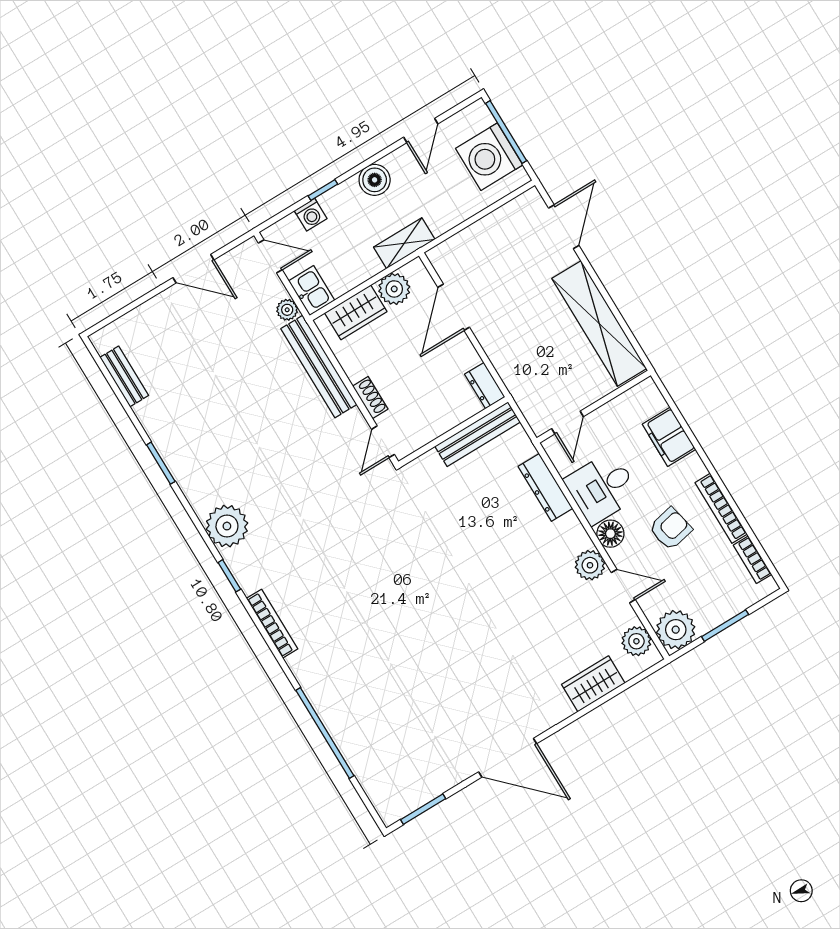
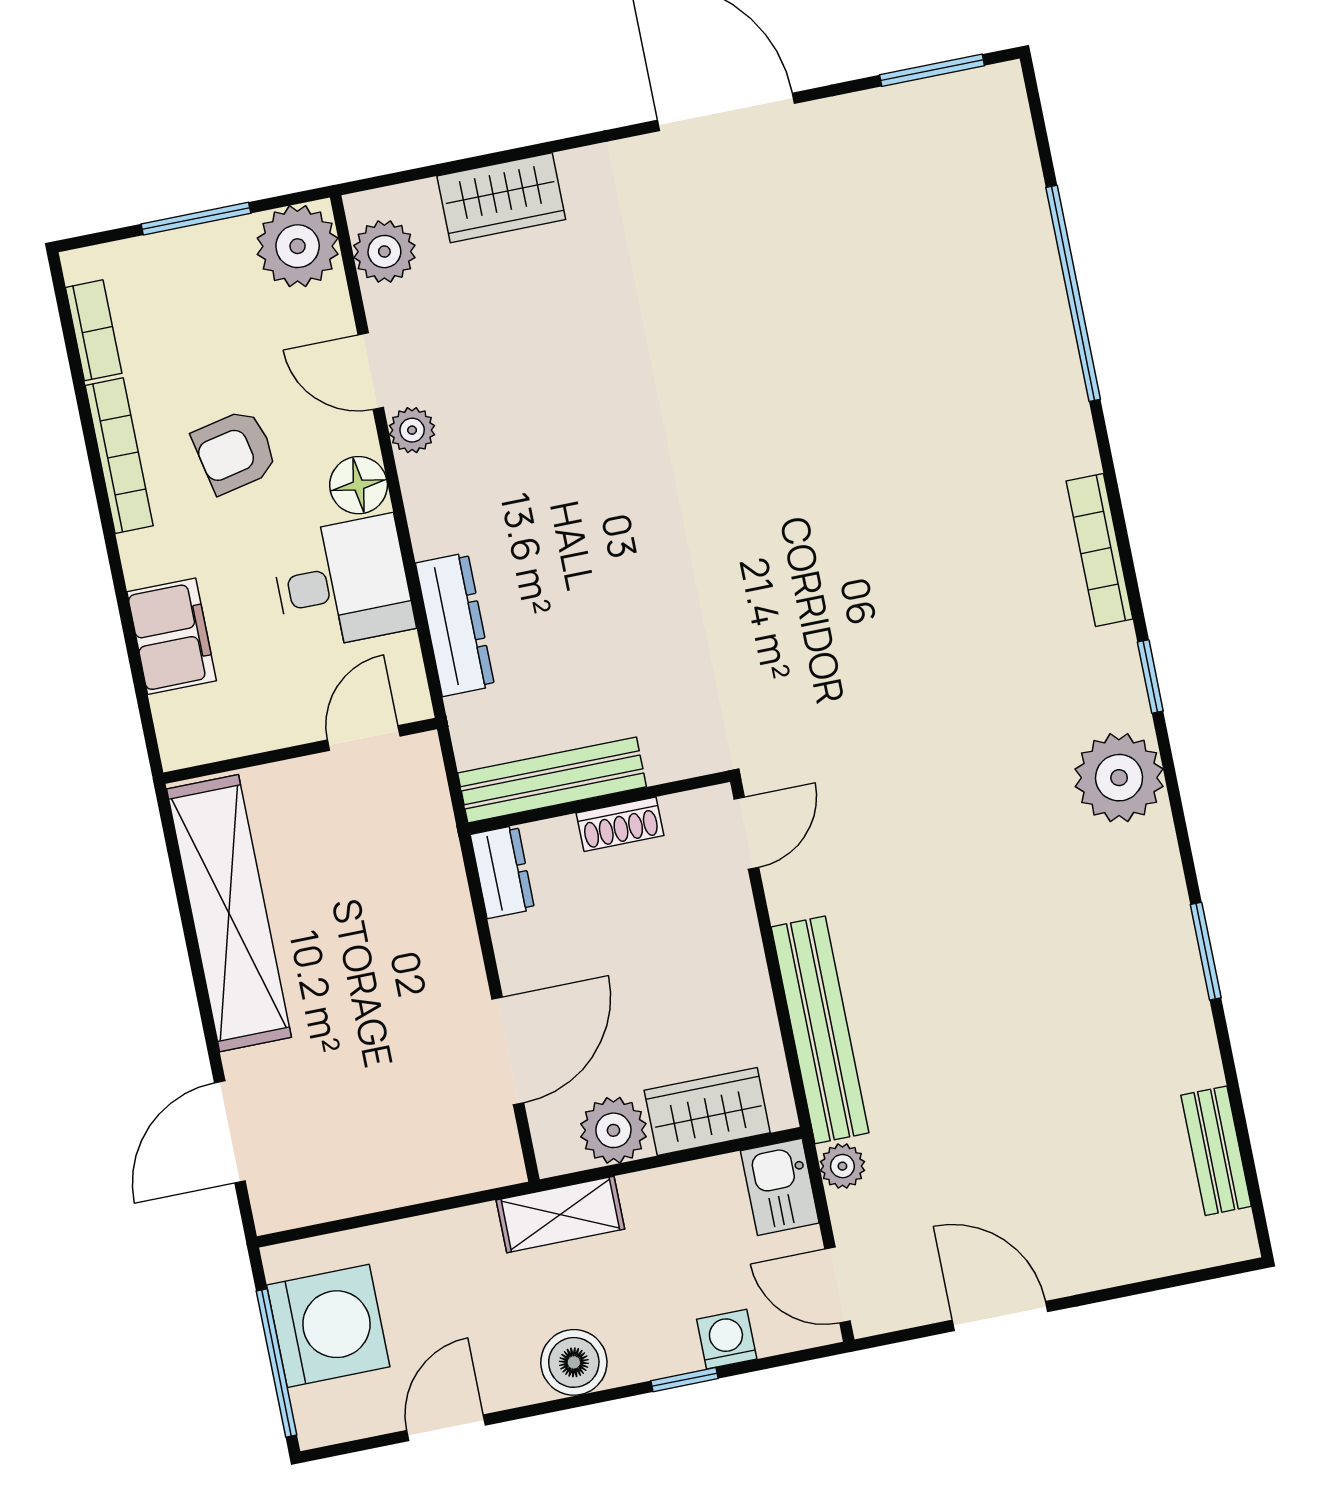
shoe rack: (370, 398) -> (620, 824), moved, turned -90
plant: (590, 565) -> (412, 430), width x0.73, depth x0.73

